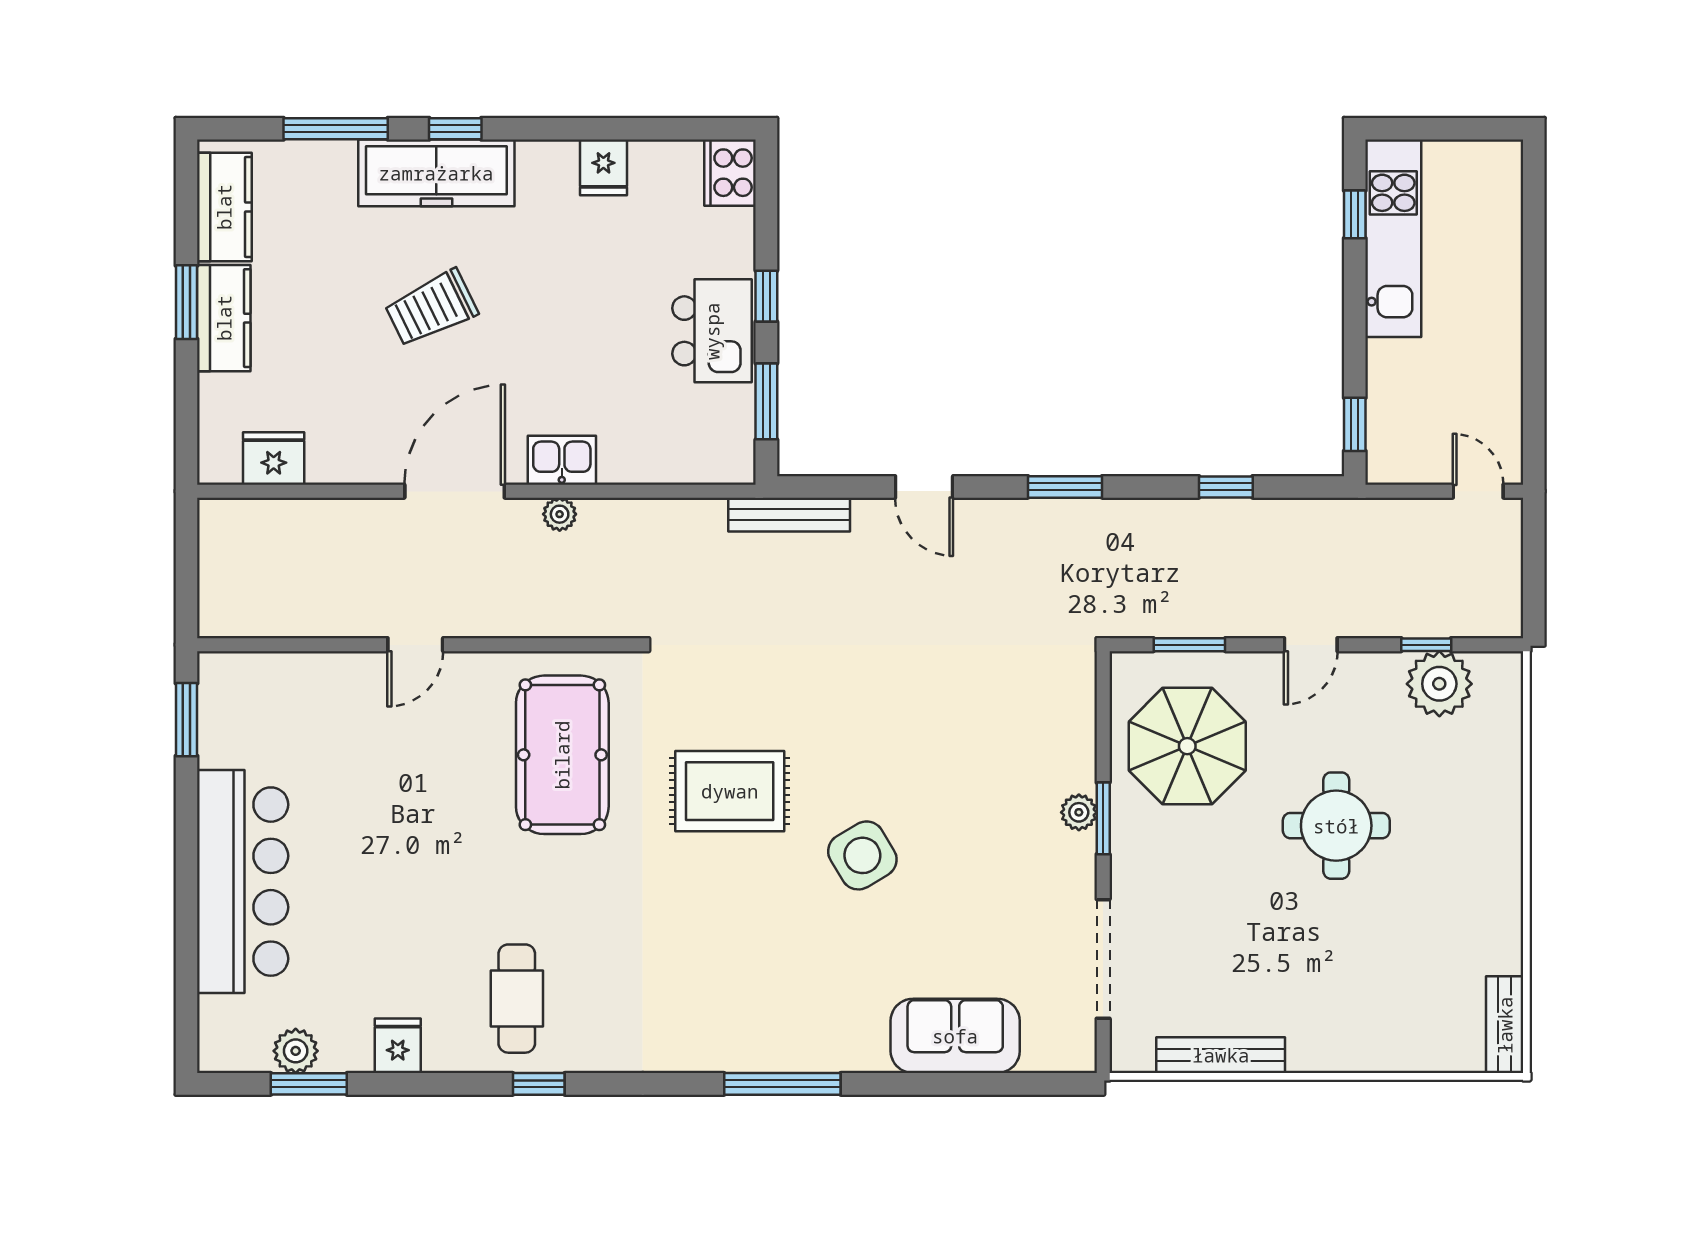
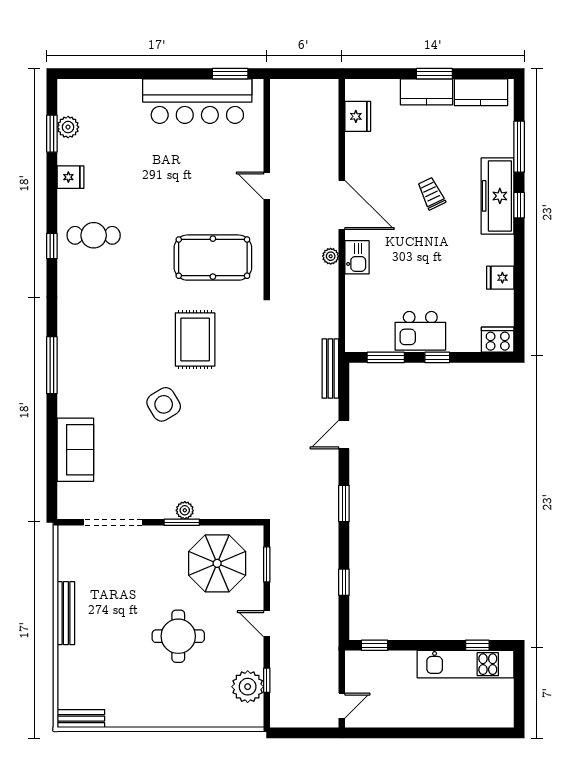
trolley: (431, 308) -> (431, 193), width x0.73, depth x0.72
bar counter: (243, 882) -> (197, 101), moved
bench: (1221, 1055) -> (66, 613), moved

